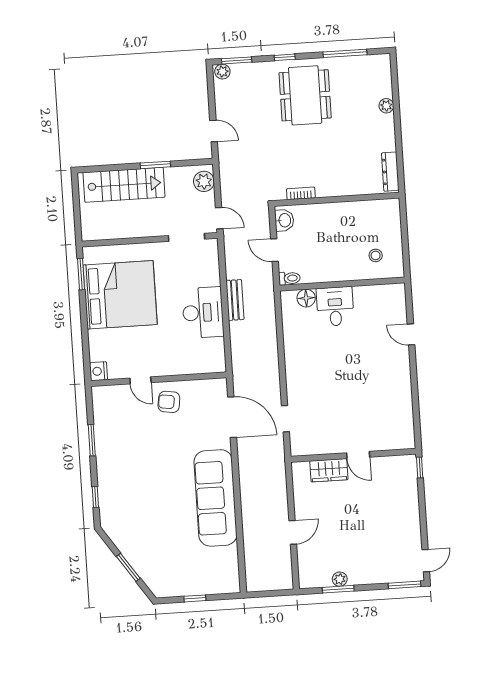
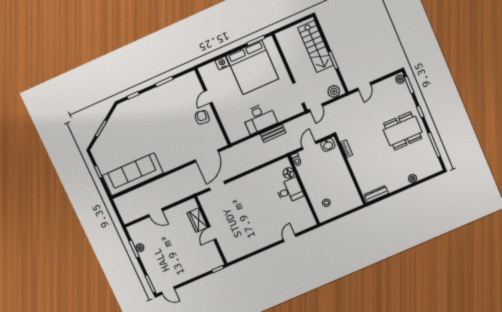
nightstand: (98, 371) -> (222, 63), moved
sofa: (216, 498) -> (133, 174), moved

